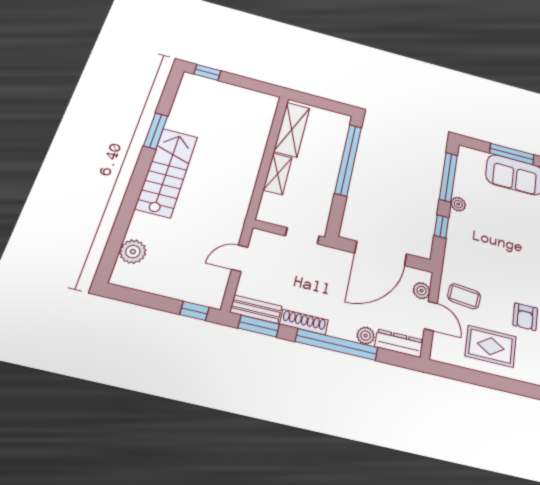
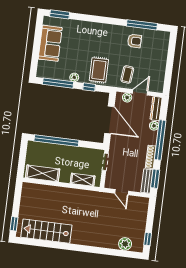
window: (156, 131) -> (56, 245), removed
window: (512, 154) -> (37, 45), removed
stairs: (167, 172) -> (46, 231), moved
shelving: (278, 174) -> (83, 180), moved
window: (194, 311) -> (148, 239), moved
rug: (491, 346) -> (99, 70), moved

